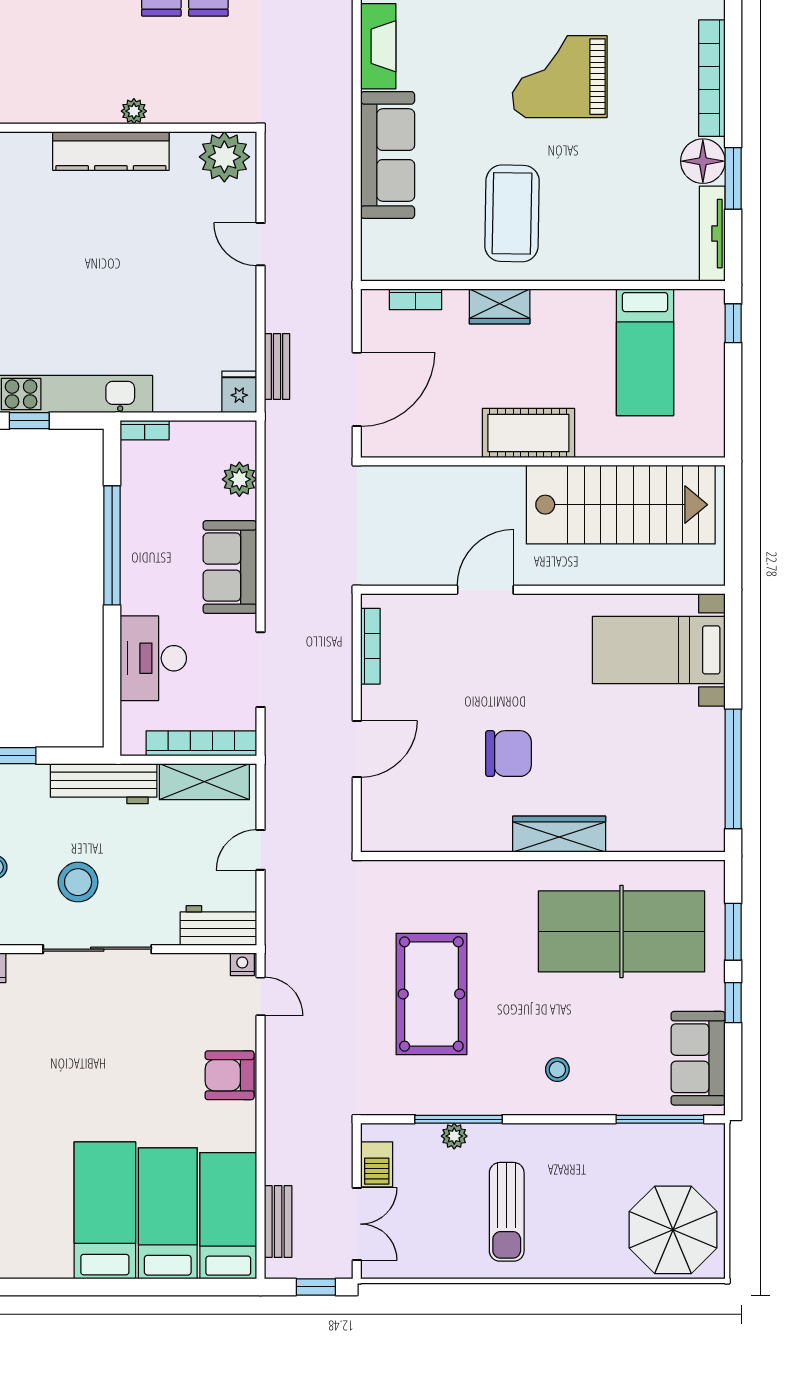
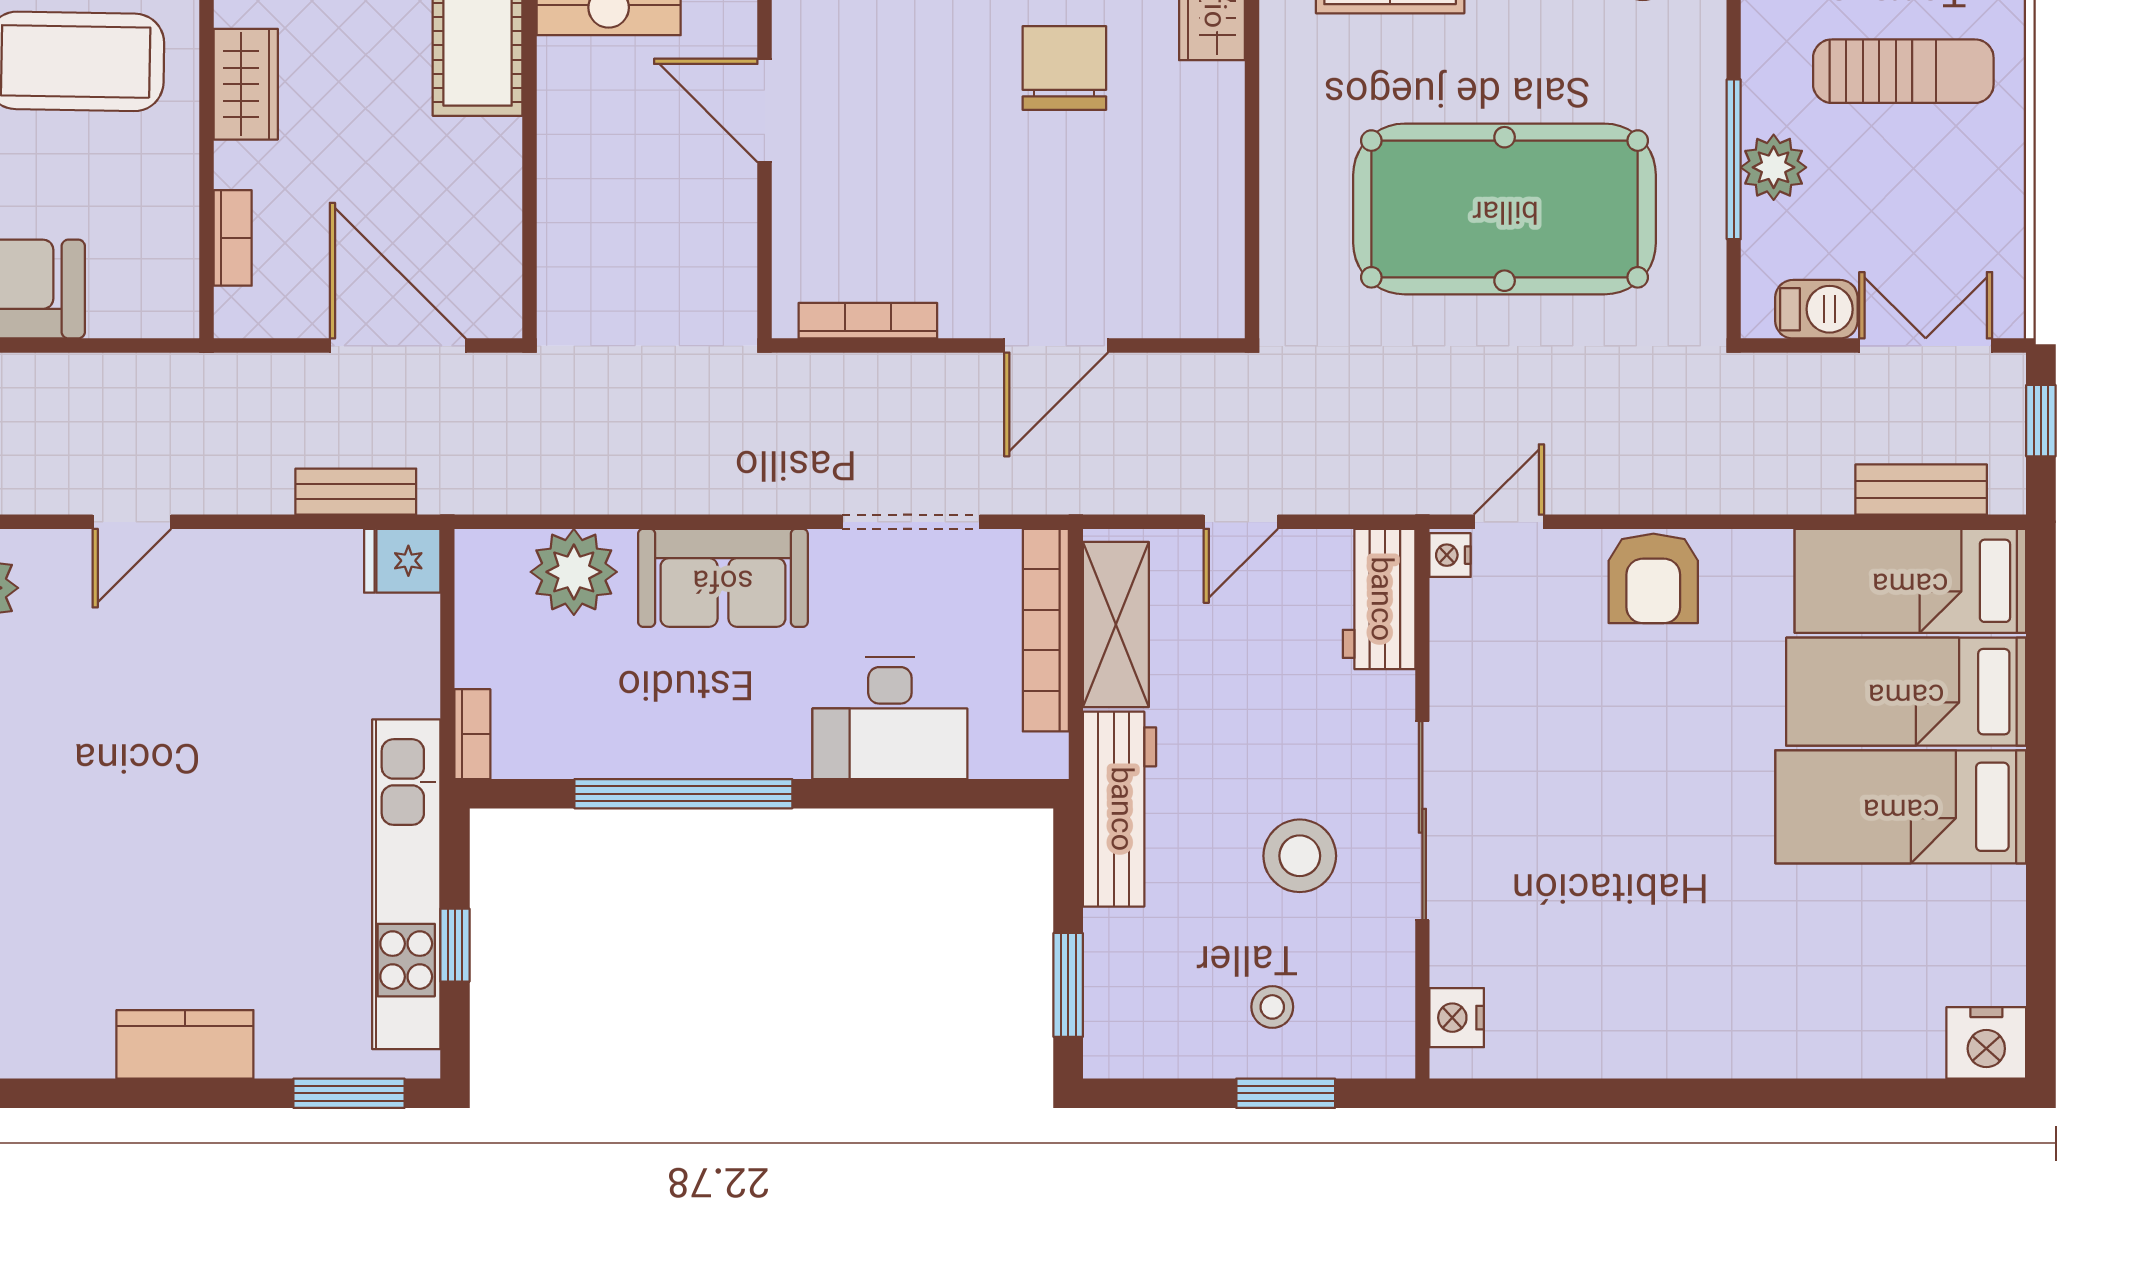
plant: (239, 479) -> (574, 572), width x1.36, depth x1.36
door: (357, 749) -> (1056, 346), swing flipped
door: (261, 850) -> (1241, 522), hinge flipped
pool table: (431, 994) -> (1505, 209), width x1.36, depth x1.32
plant: (454, 1136) -> (1774, 167), width x1.38, depth x1.38

